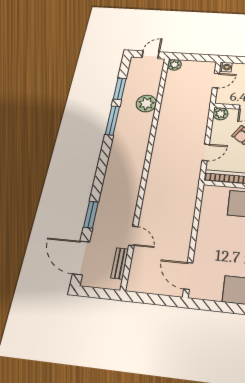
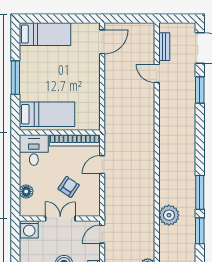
door: (216, 81) -> (102, 234), moved
plant: (221, 114) -> (93, 209), removed
door: (188, 276) -> (102, 42), hinge flipped

